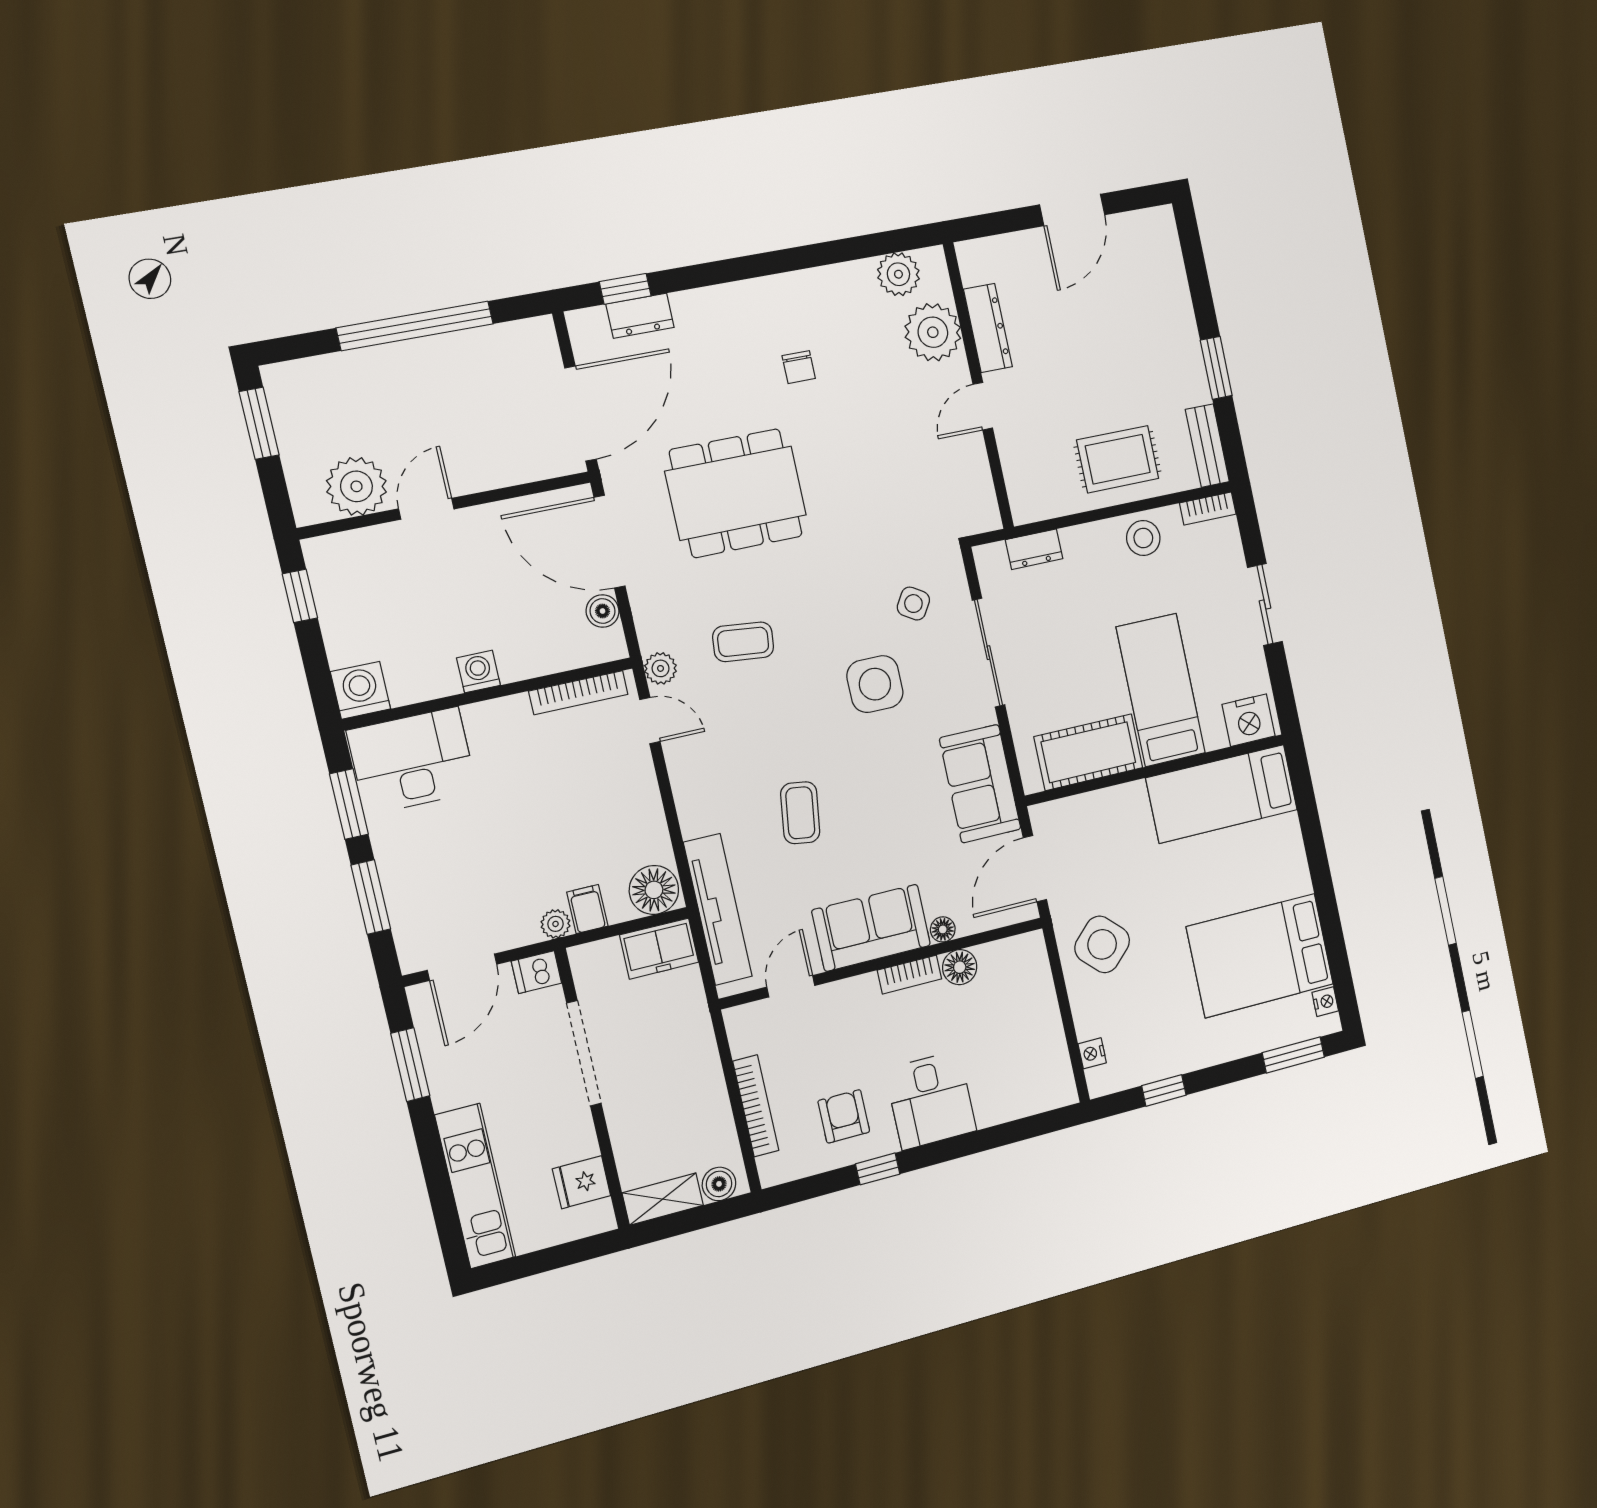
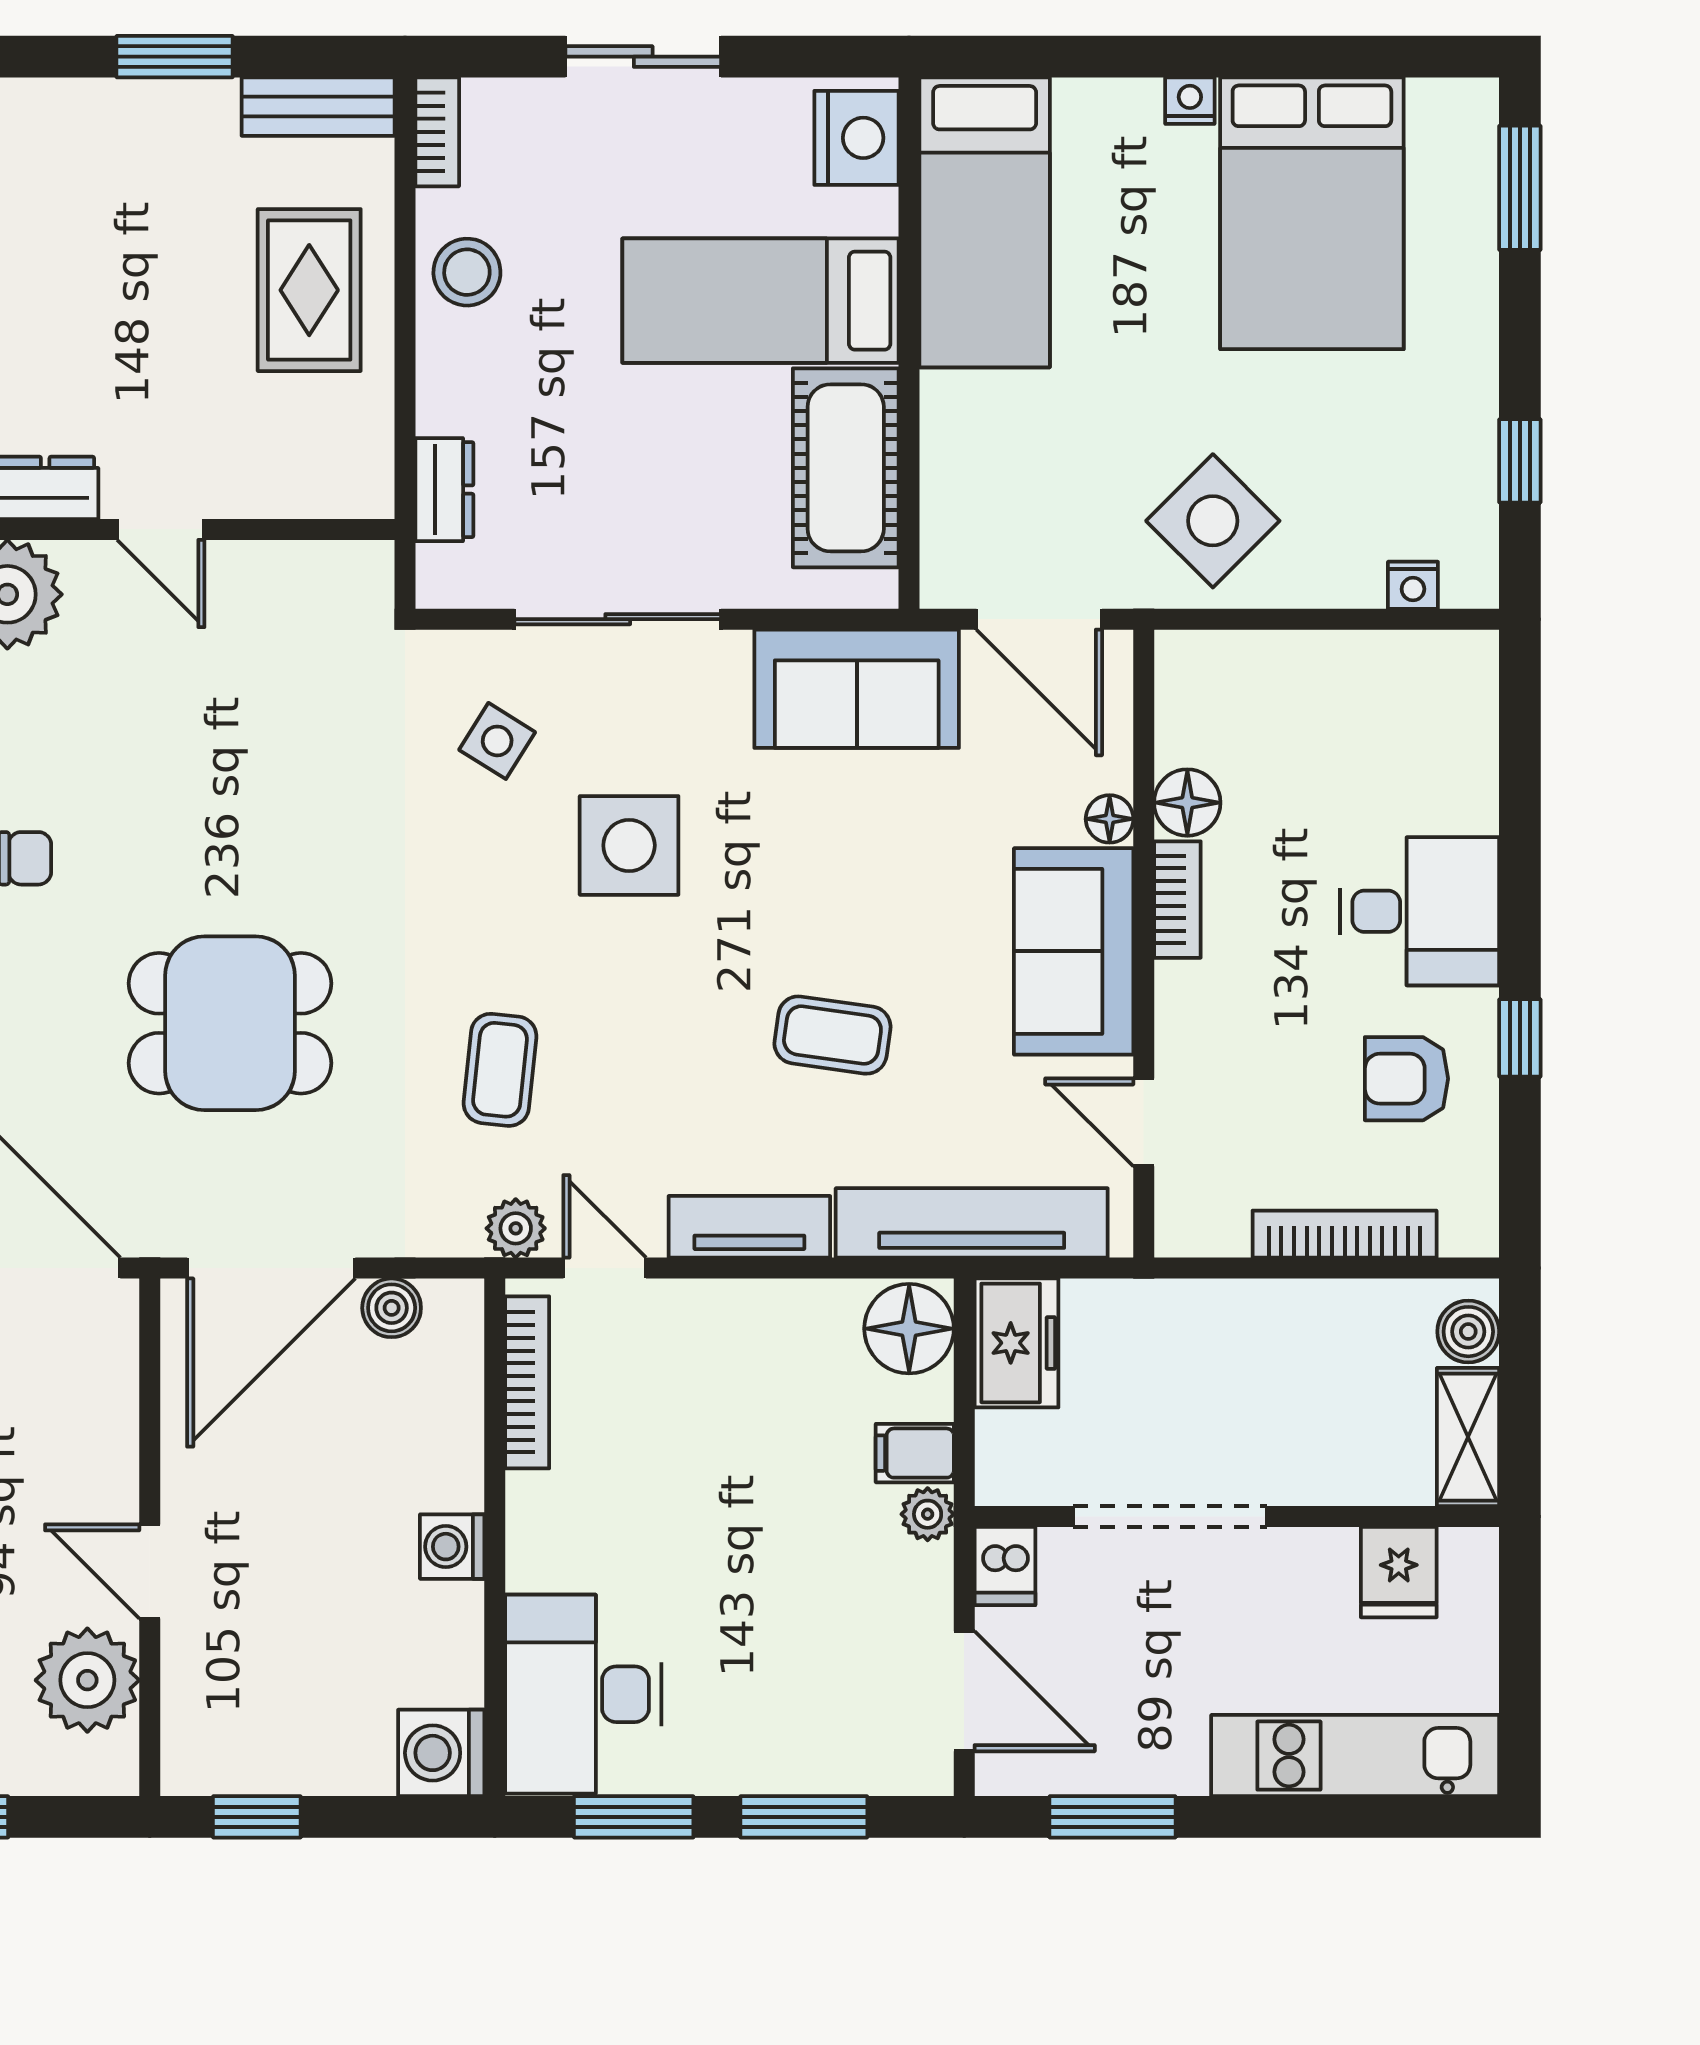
dining table: (736, 493) -> (230, 1023), width x0.73
door: (650, 721) -> (605, 1268), hinge flipped
tv unit: (689, 793) -> (749, 1227), added
nightstand: (1325, 1002) -> (1190, 101), moved

